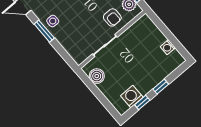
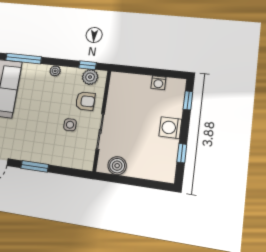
side table: (53, 21) -> (70, 125), moved
window: (161, 87) -> (188, 100), moved
washing machine: (132, 97) -> (170, 128), moved

